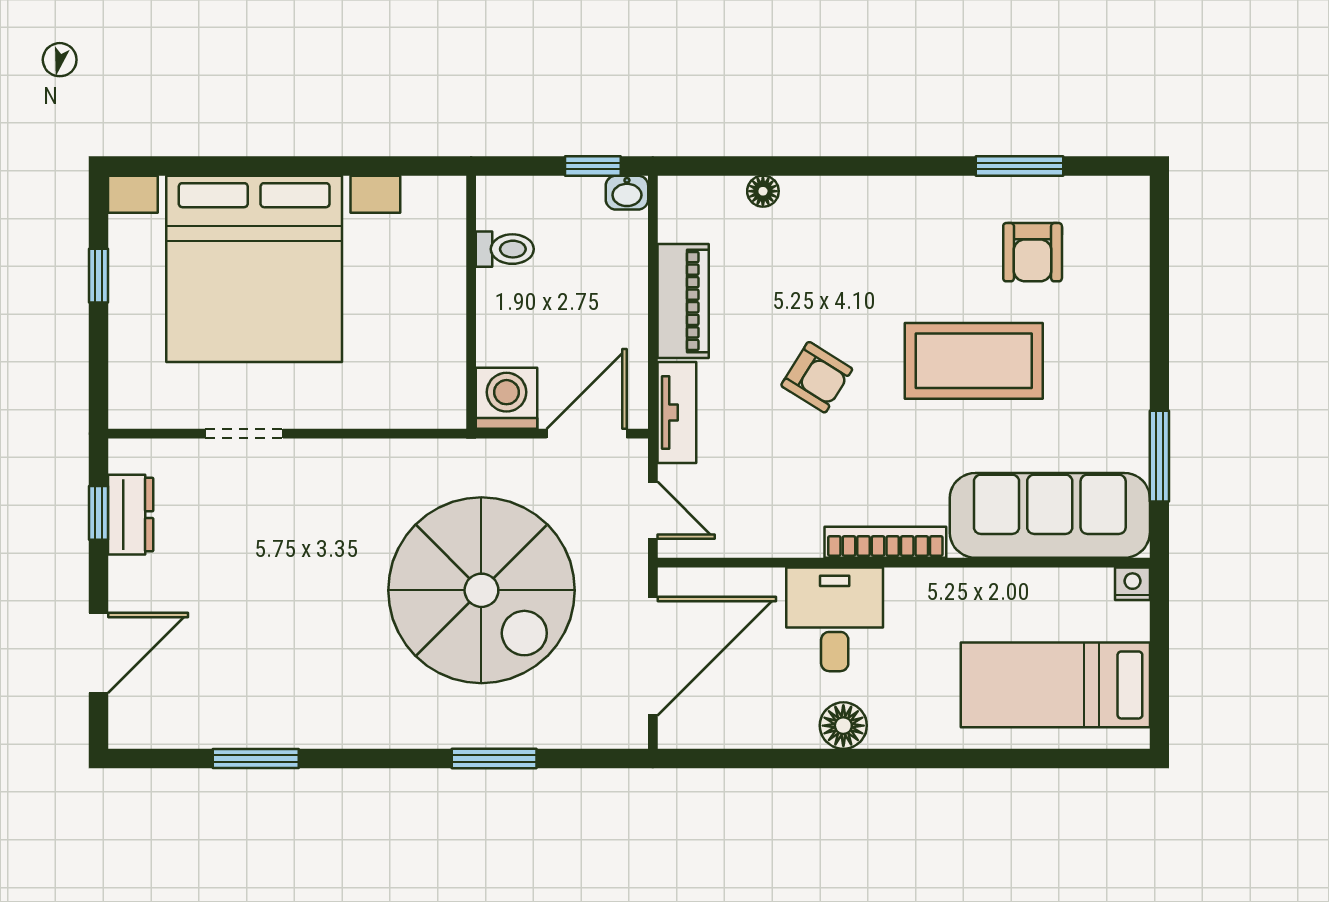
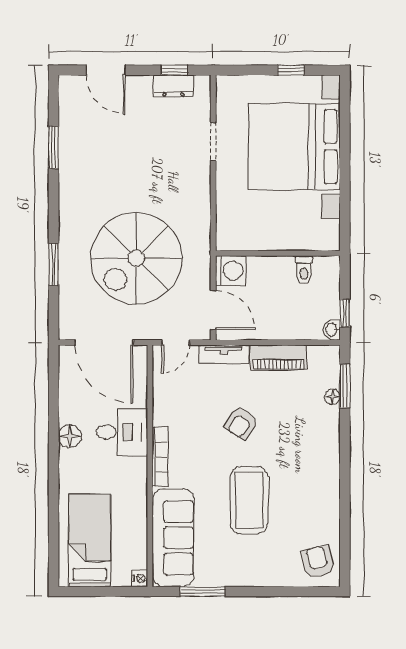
window: (1020, 166) -> (345, 386), moved
armchair: (1033, 252) -> (318, 562), moved, turned 77

